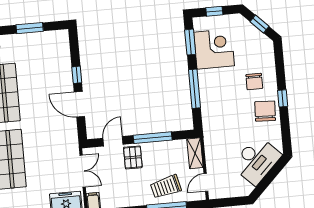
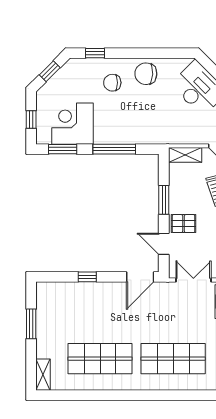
chair: (254, 82) -> (112, 83), turned 180
window: (283, 98) -> (95, 53), moved
door: (79, 104) -> (140, 277), moved
window: (153, 138) -> (164, 200), width x0.69

